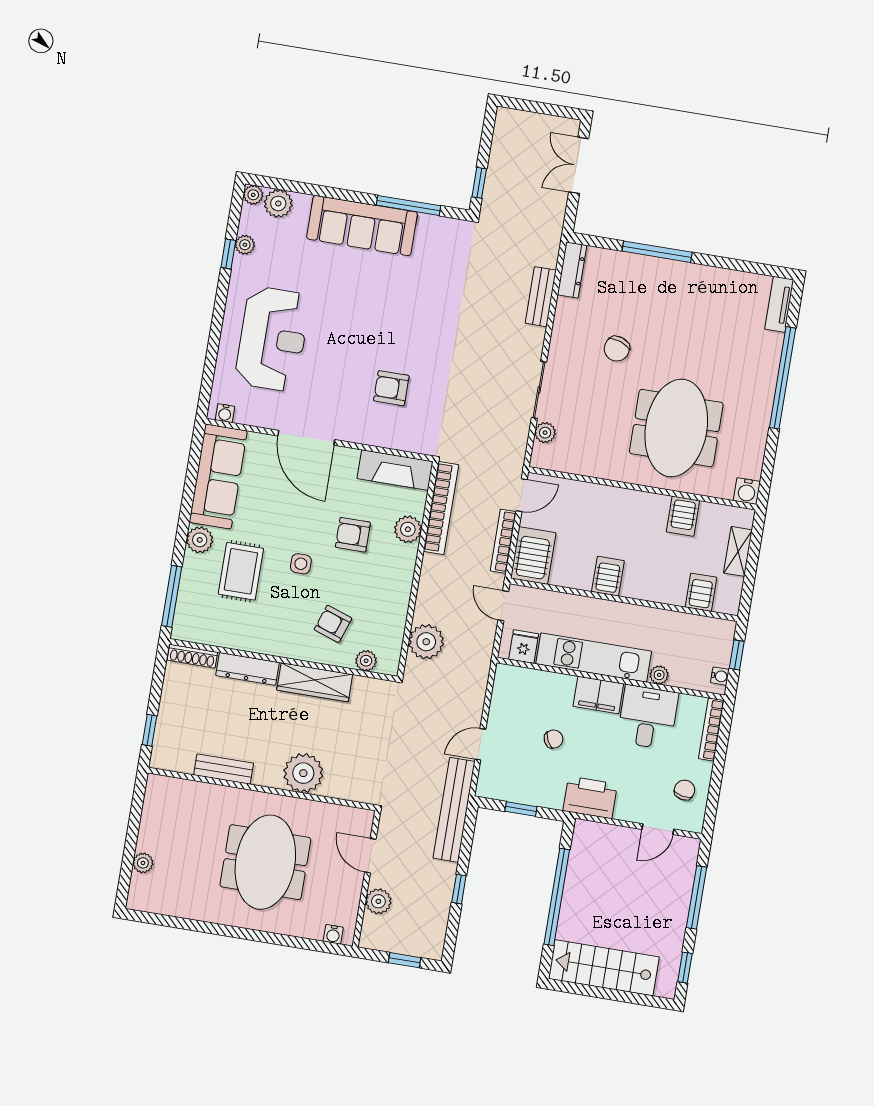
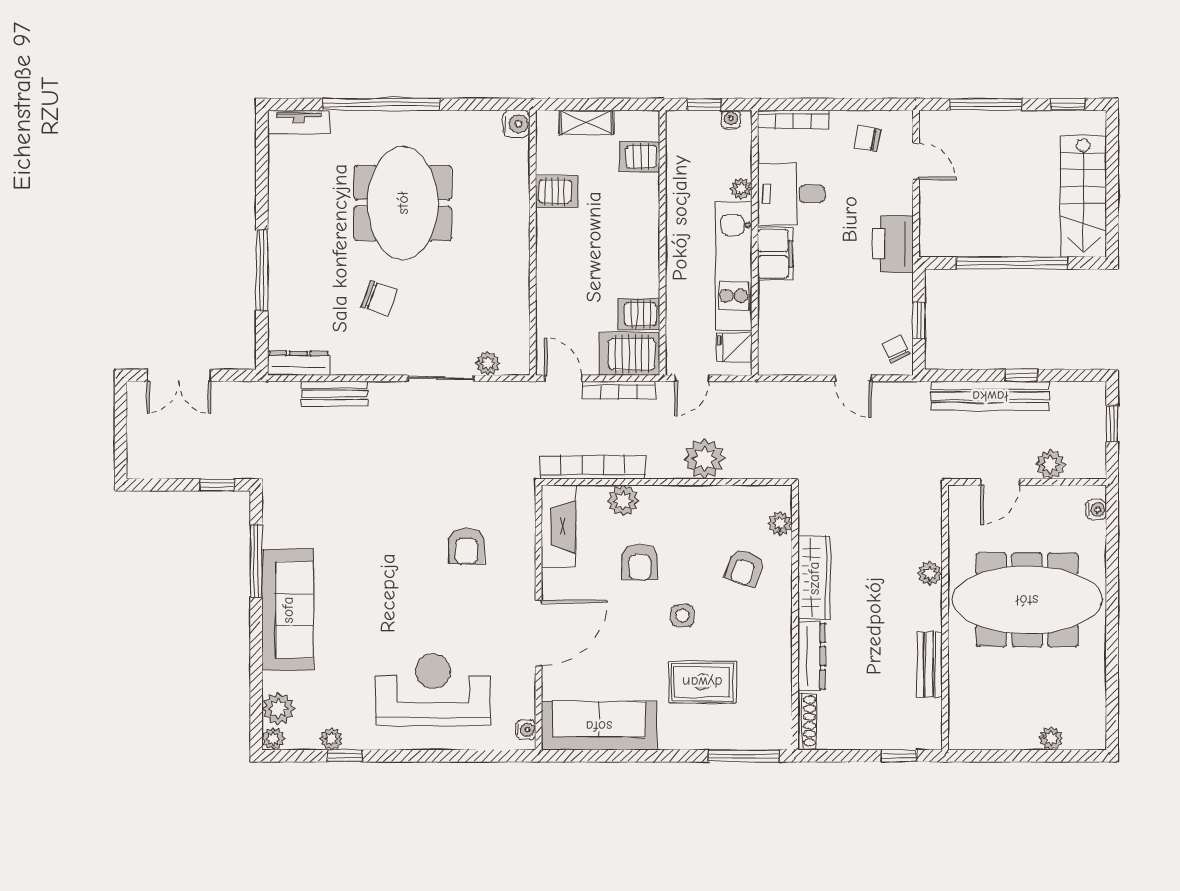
meeting table: (676, 428) -> (403, 203), moved, turned 90
plant: (200, 540) -> (674, 735), removed
server rack: (608, 576) -> (639, 314), moved
plant: (426, 642) -> (704, 459), moved
chair: (554, 739) -> (896, 349), moved
plant: (303, 773) -> (930, 573), width x0.53, depth x0.53
bench: (454, 810) -> (990, 396), moved
meeting table: (265, 862) -> (1027, 600), width x1.36

